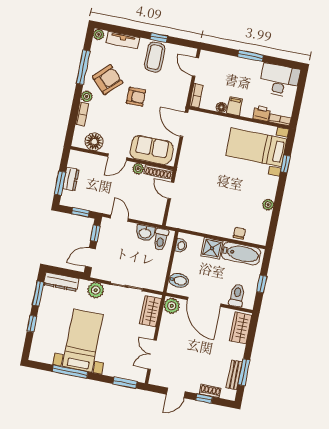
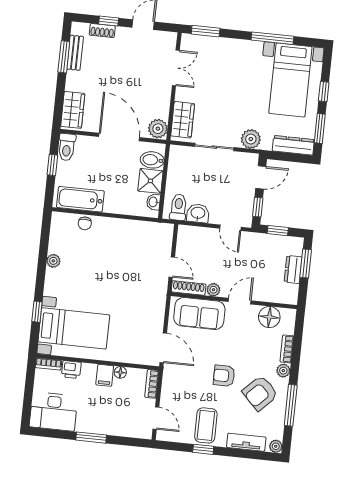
shower: (212, 248) -> (150, 181), moved
toilet: (237, 295) -> (67, 147), moved
bed with nightstands: (83, 341) -> (290, 80), moved

